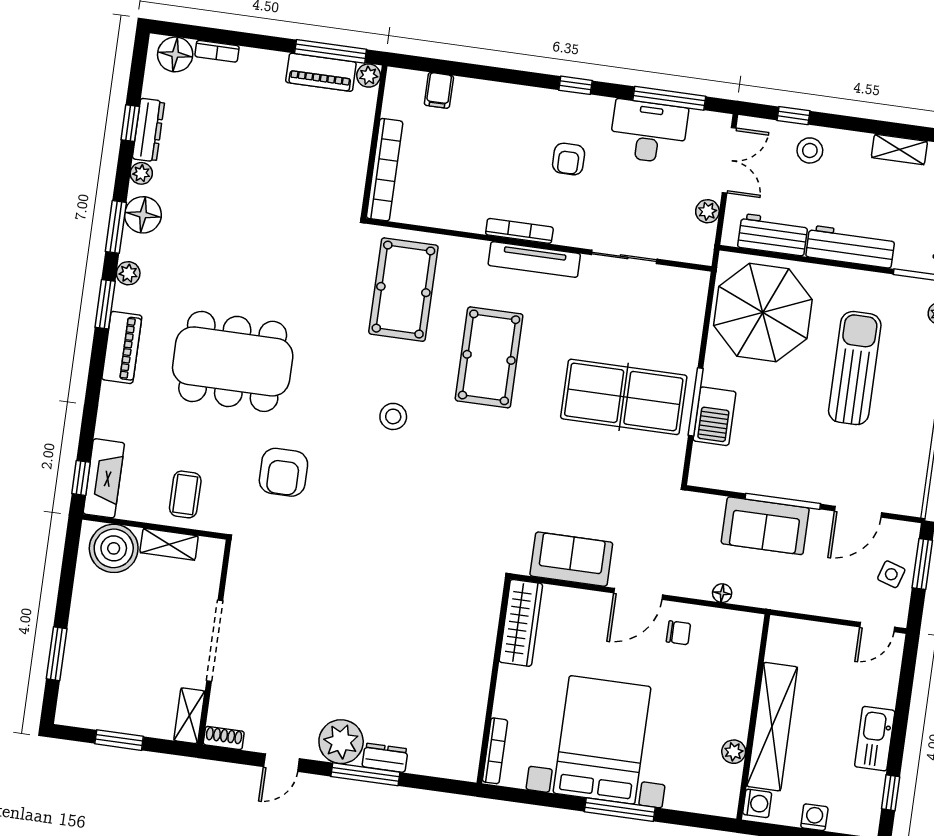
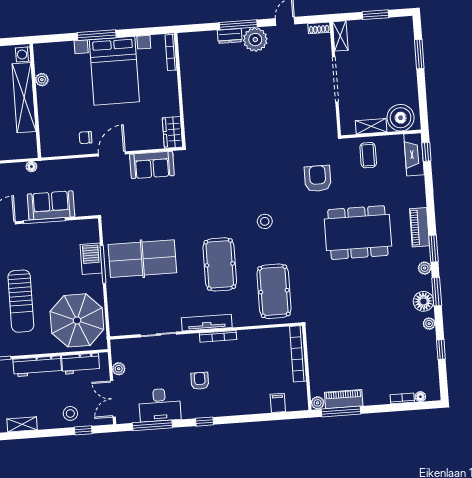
floor lamp: (175, 54) -> (420, 397), width x0.53, depth x0.53
dresser: (148, 130) -> (430, 348), removed
floor lamp: (722, 593) -> (31, 167), moved
wardrobe: (521, 623) -> (172, 132), width x0.67

